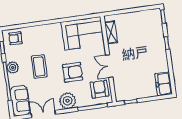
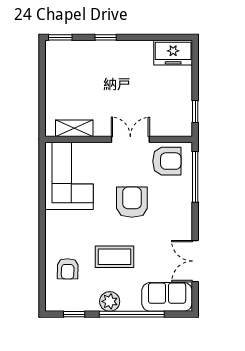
armchair: (15, 38) -> (68, 269), moved
double door: (109, 66) -> (130, 139), swing flipped
armchair: (100, 89) -> (167, 161), turned 180
plant: (68, 101) -> (179, 217), removed

